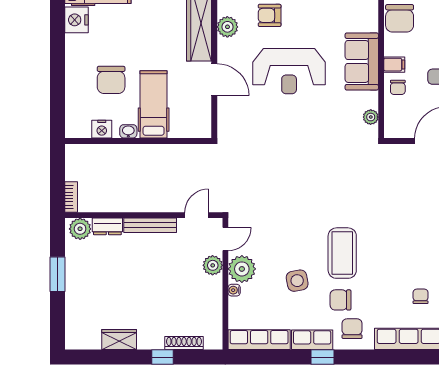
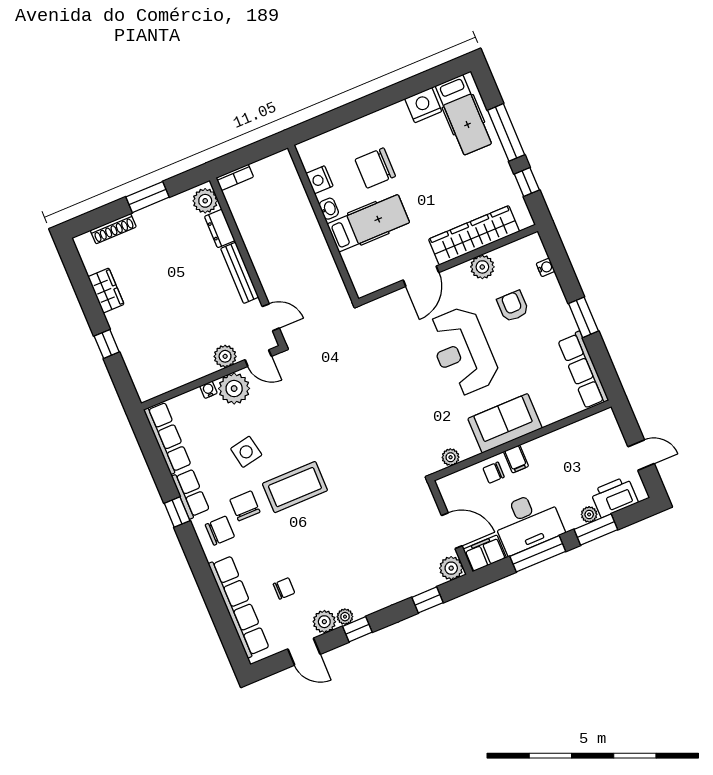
chair: (400, 18) -> (567, 444), removed
shoe rack: (184, 343) -> (113, 229), moved, turned 90

